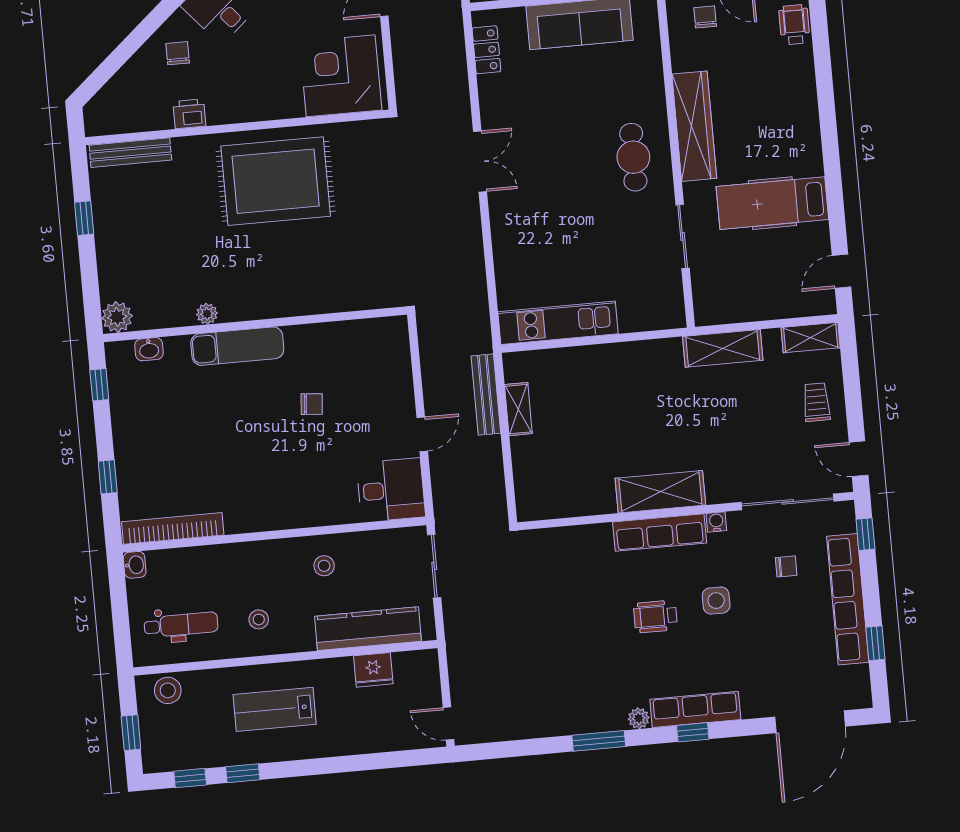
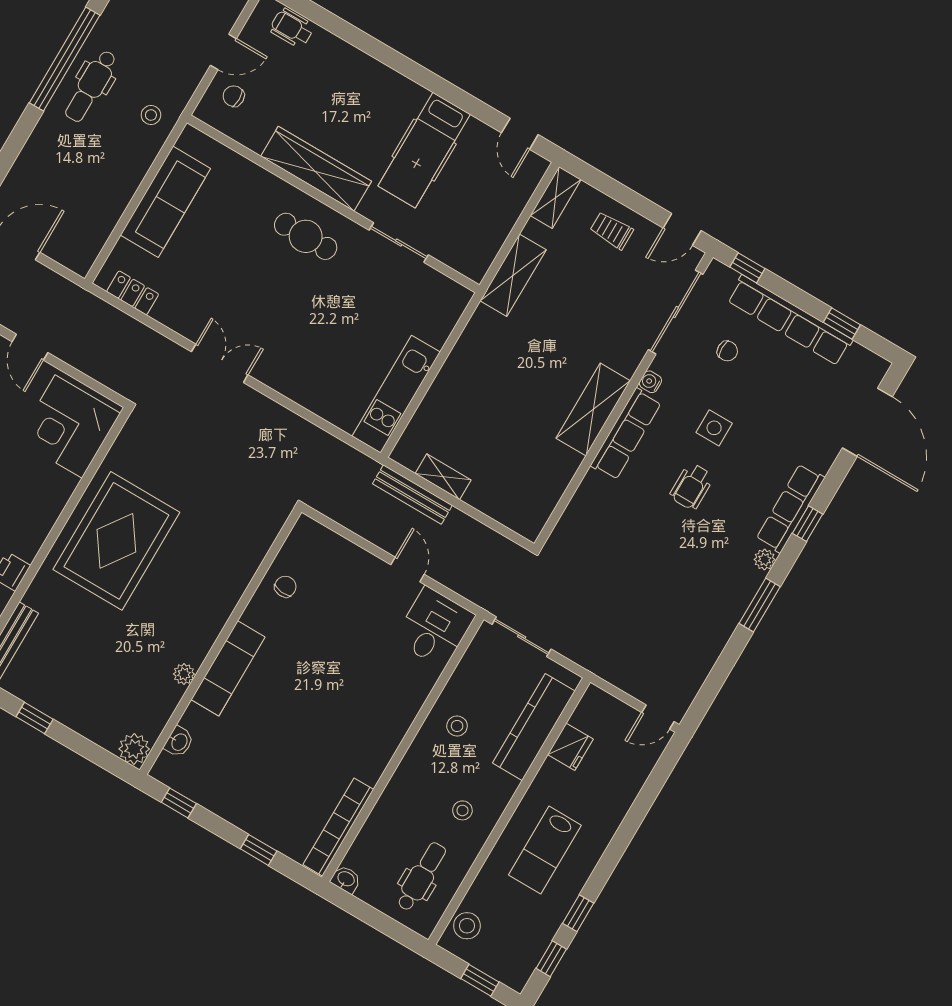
chair: (312, 404) -> (285, 587), moved
chair: (786, 566) -> (727, 351), turned 90

